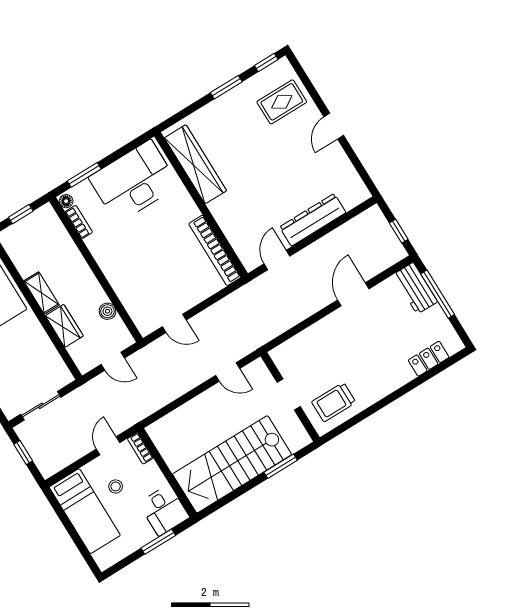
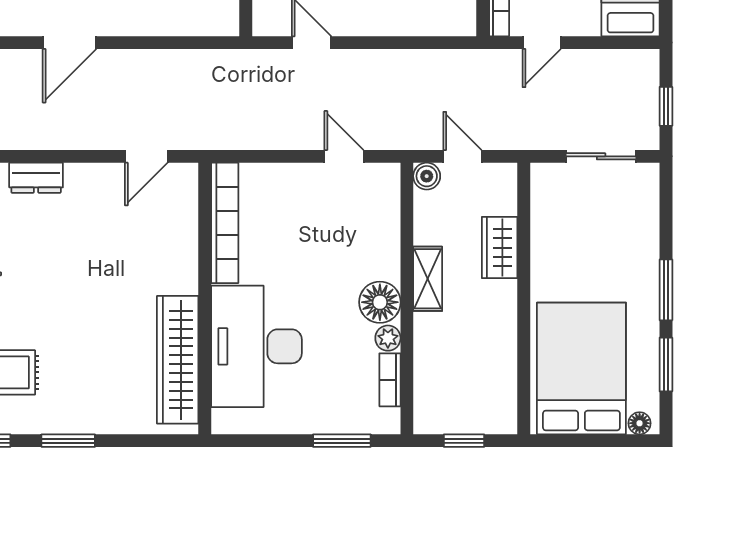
desk: (134, 181) -> (256, 346), moved, turned 90
floor lamp: (66, 201) -> (380, 302), moved, width x1.89, depth x1.89
dresser: (313, 220) -> (36, 178), width x0.51, depth x0.80
plant: (93, 243) -> (388, 338), added
shelving: (41, 293) -> (428, 279), moved
boiler: (108, 311) -> (427, 176), moved

